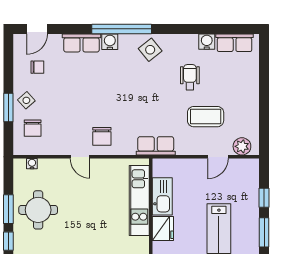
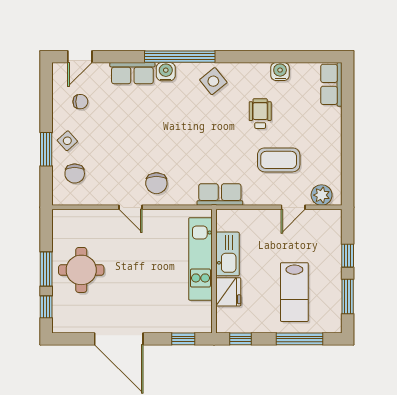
row of seats: (235, 43) -> (331, 84), moved, turned 90
water cooler: (32, 164) -> (74, 215), removed

